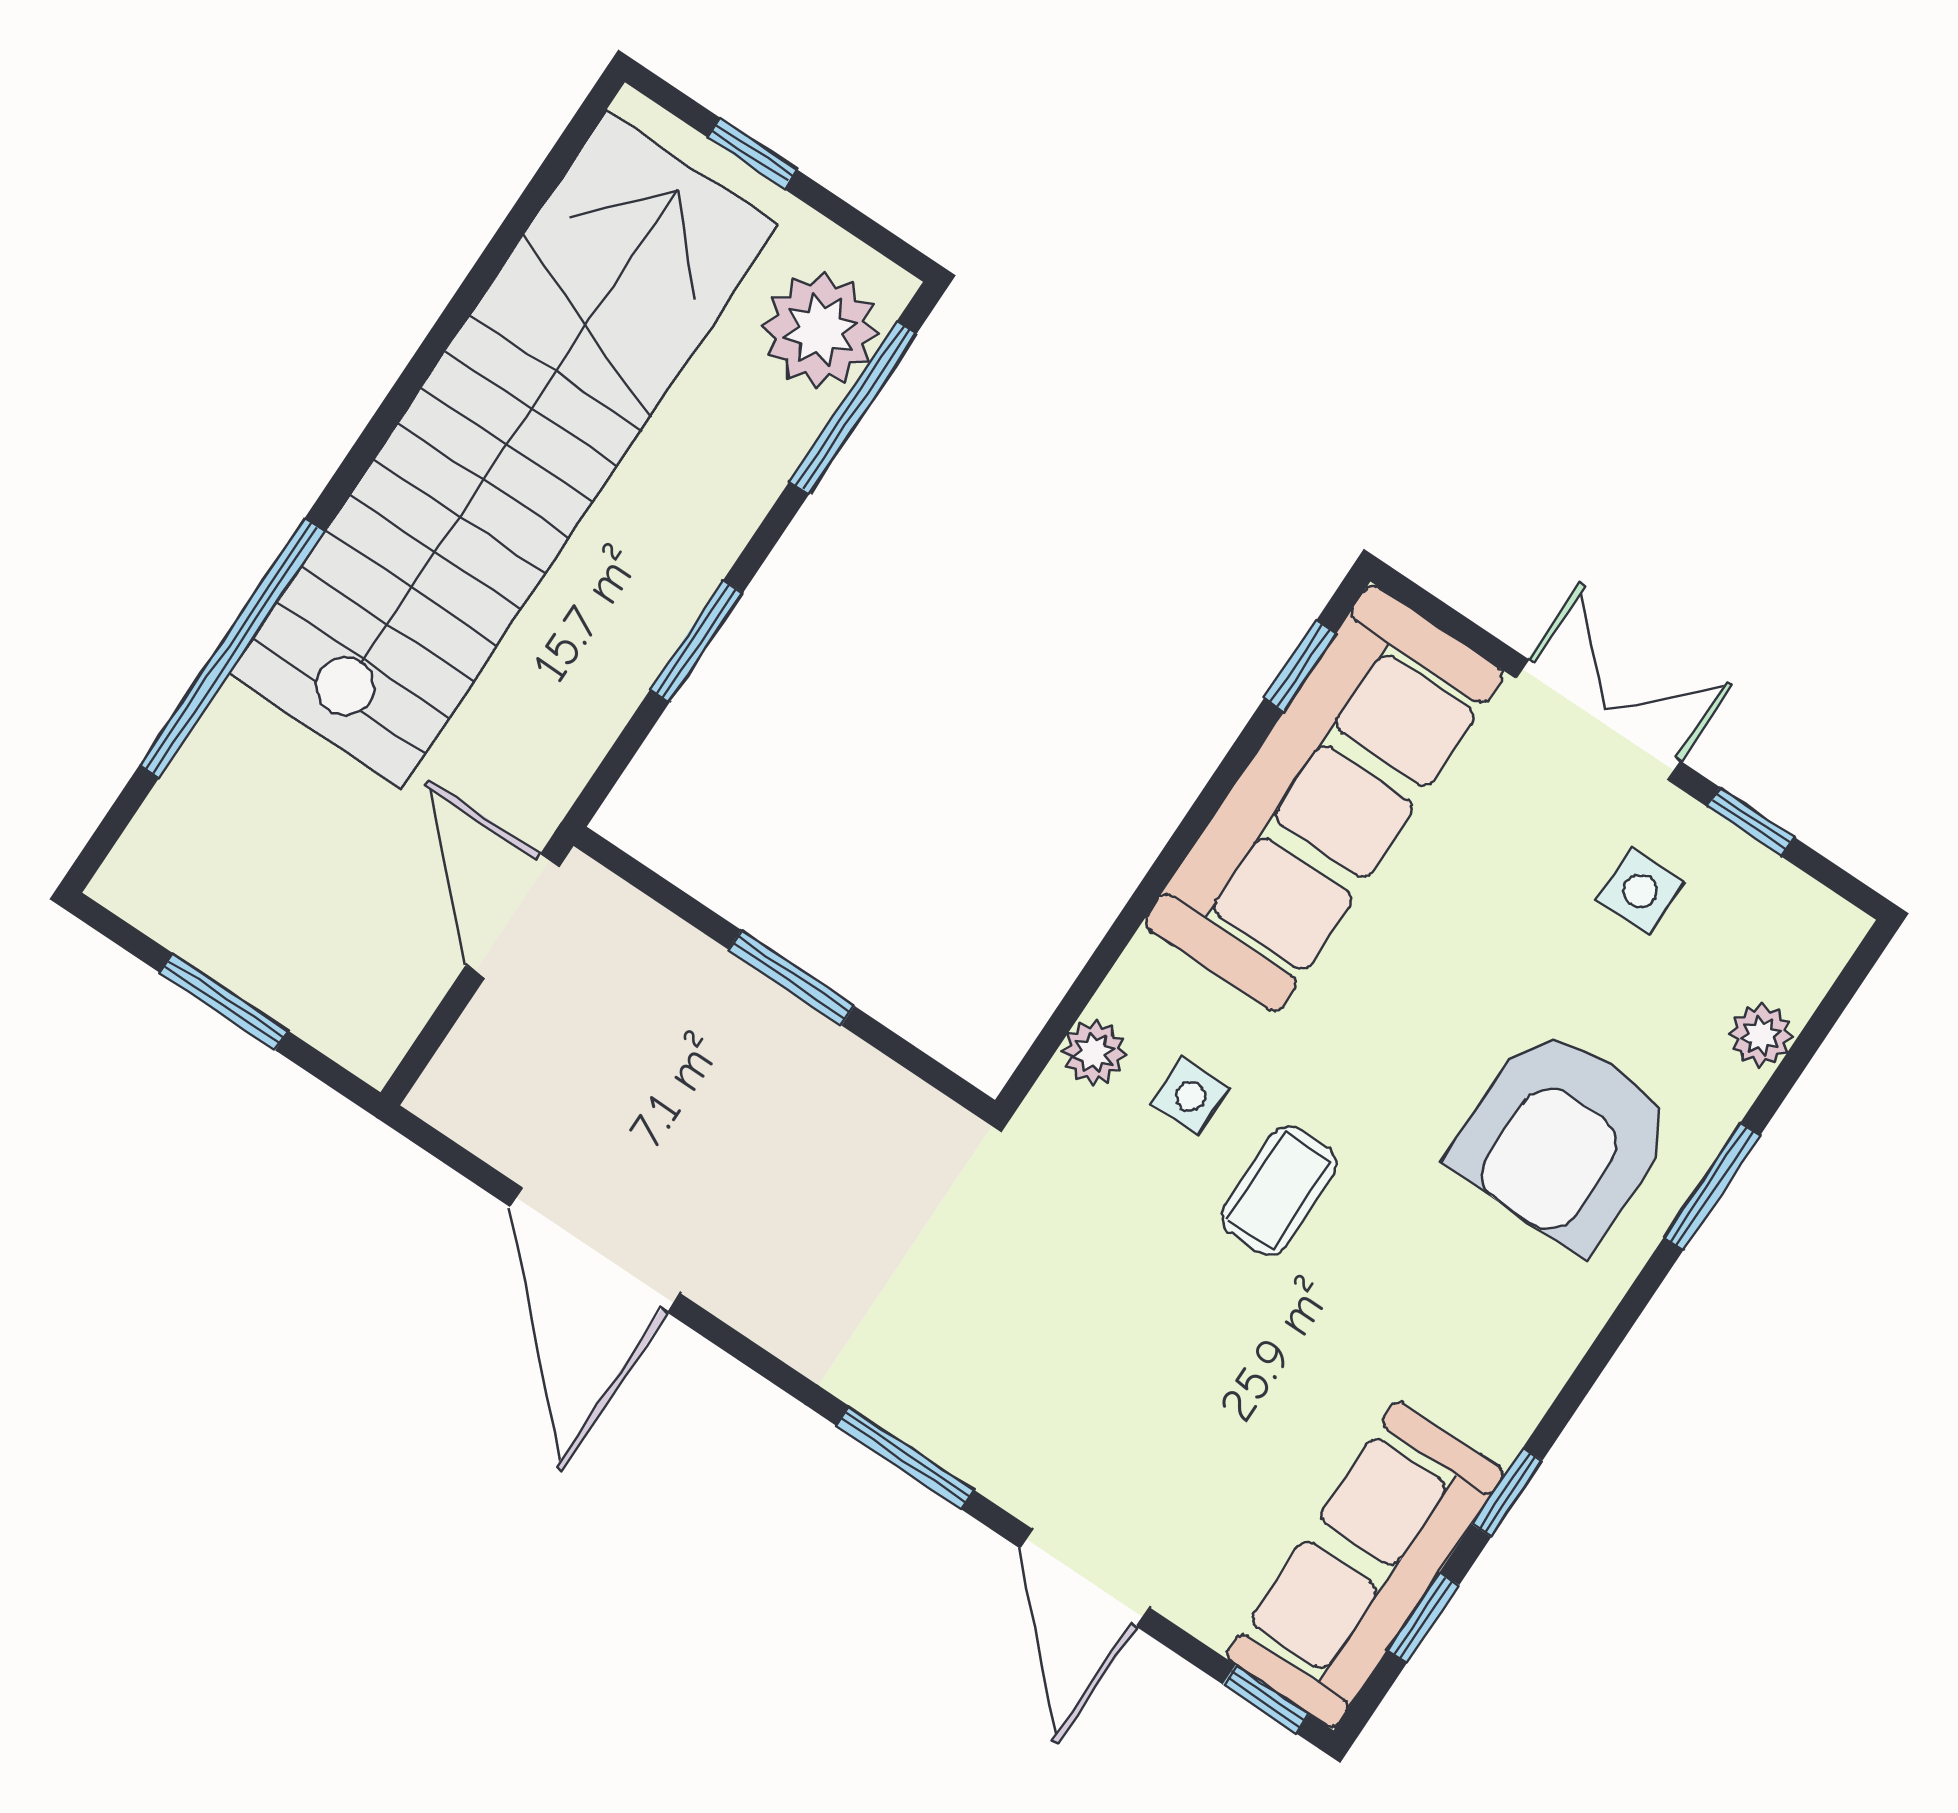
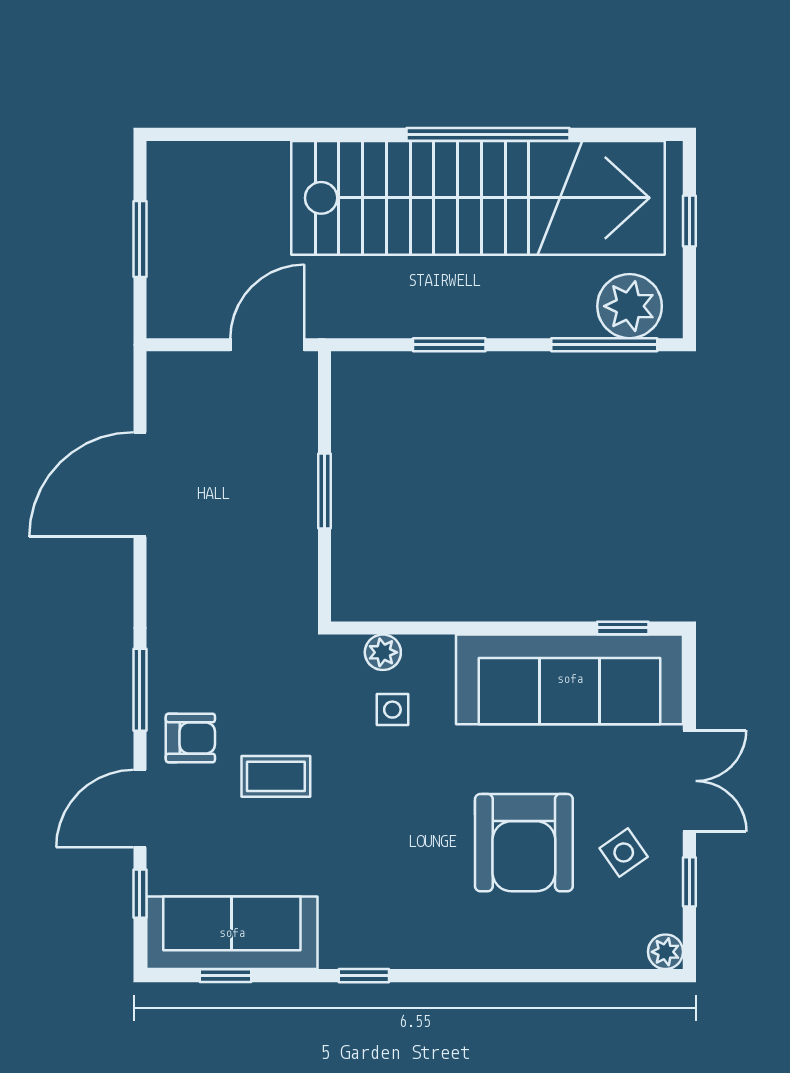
window: (232, 648) -> (488, 134), moved
side table: (1640, 891) -> (624, 852), turned -35
plant: (1761, 1035) -> (665, 952), moved
armchair: (1563, 1138) -> (524, 843), moved, turned -90
window: (1712, 1186) -> (511, 976), removed
coffee table: (1279, 1191) -> (276, 776), moved
armchair: (1029, 1430) -> (190, 738), added
window: (1507, 1492) -> (364, 976), moved
window: (1266, 1699) -> (140, 894), moved

